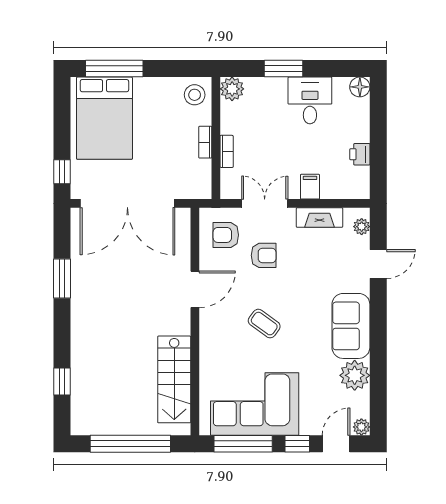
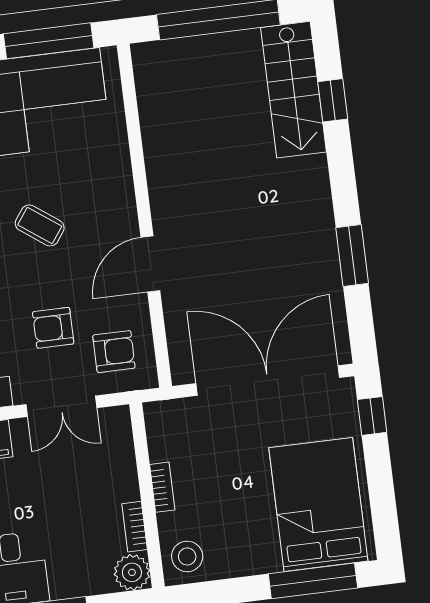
bookcase: (227, 151) -> (135, 527), moved
stairs: (174, 379) -> (294, 90), moved, turned 180

